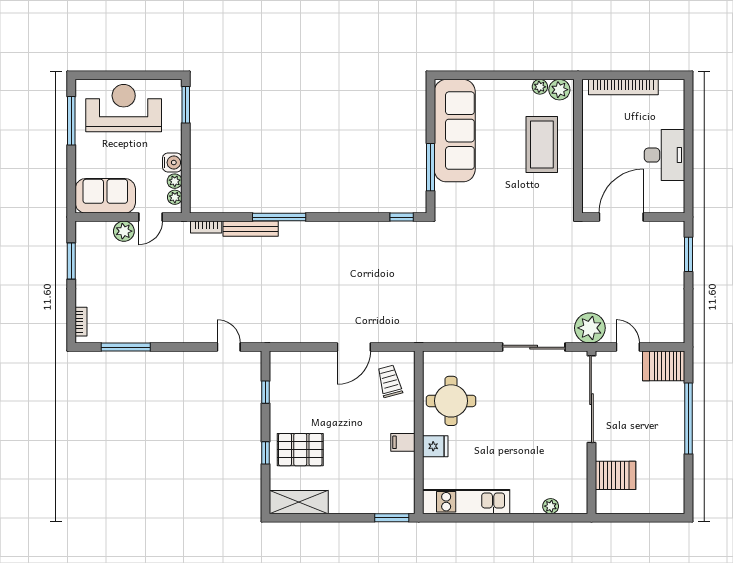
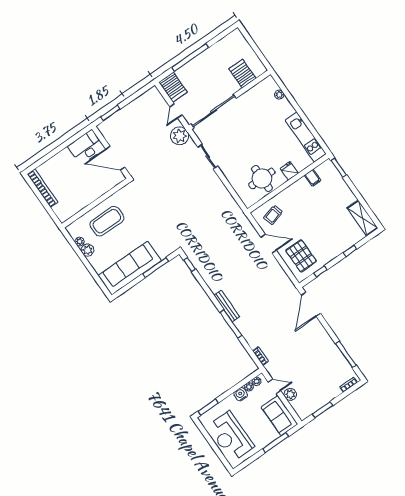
bookcase: (623, 87) -> (43, 188), moved
plant: (559, 90) -> (88, 250), moved
window: (71, 121) -> (276, 443), moved
desk: (665, 155) -> (86, 147), moved
bench: (251, 229) -> (227, 306), moved
door: (229, 347) -> (311, 304), width x1.87
sliding door: (534, 347) -> (208, 157), width x0.73
filing cabinet: (403, 442) -> (313, 178), moved
pallet: (300, 450) -> (301, 256), moved

